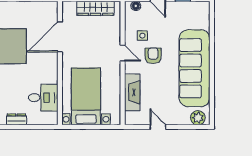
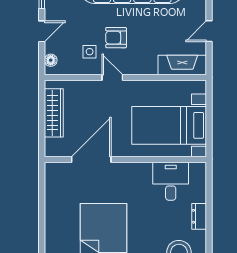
door: (60, 37) -> (91, 159), swing flipped
door: (123, 53) -> (112, 78), hinge flipped
fireplace: (132, 92) -> (182, 65), moved

